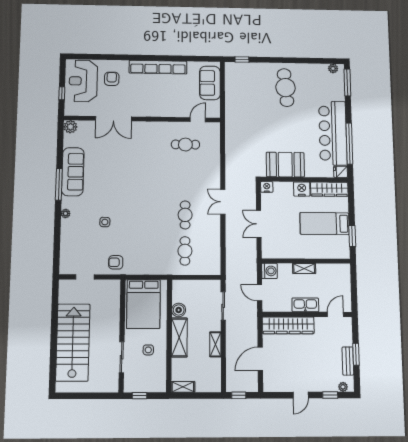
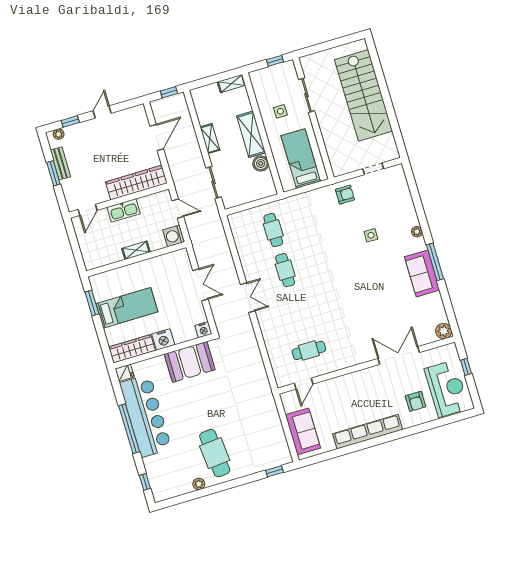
plant: (333, 68) -> (199, 484), moved
window: (347, 82) -> (145, 482), width x0.46
window: (349, 144) -> (129, 429), moved
sofa: (73, 172) -> (422, 273), width x0.73
bed: (143, 304) -> (301, 159), width x0.67

